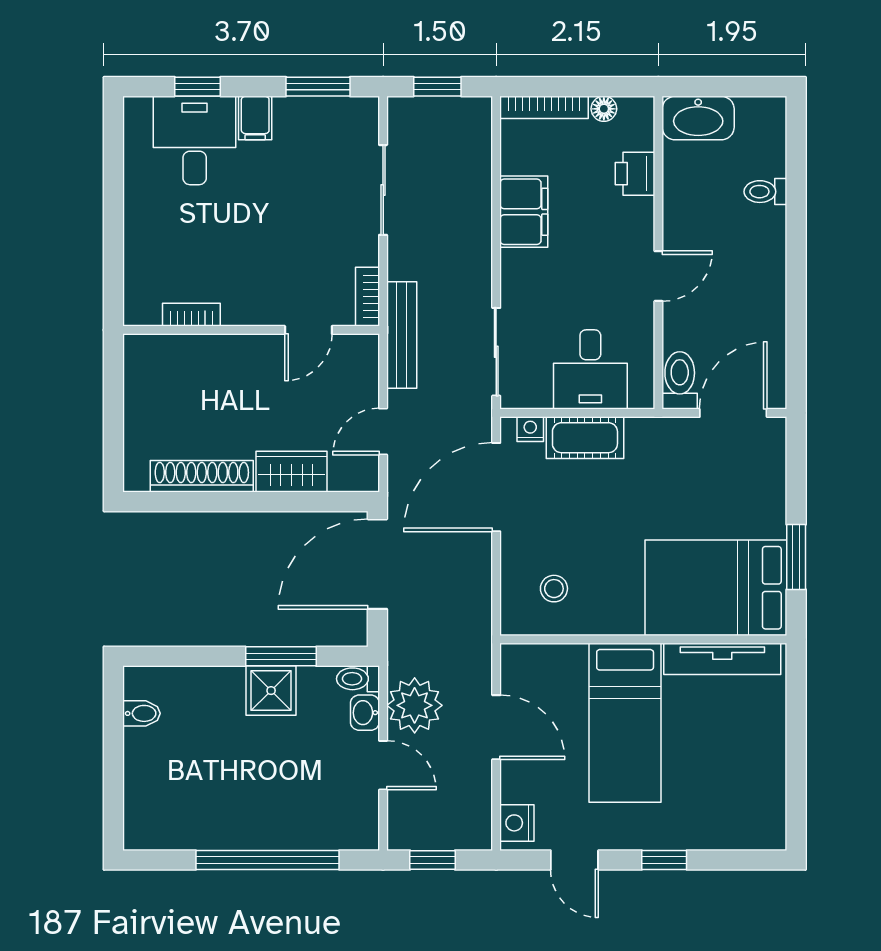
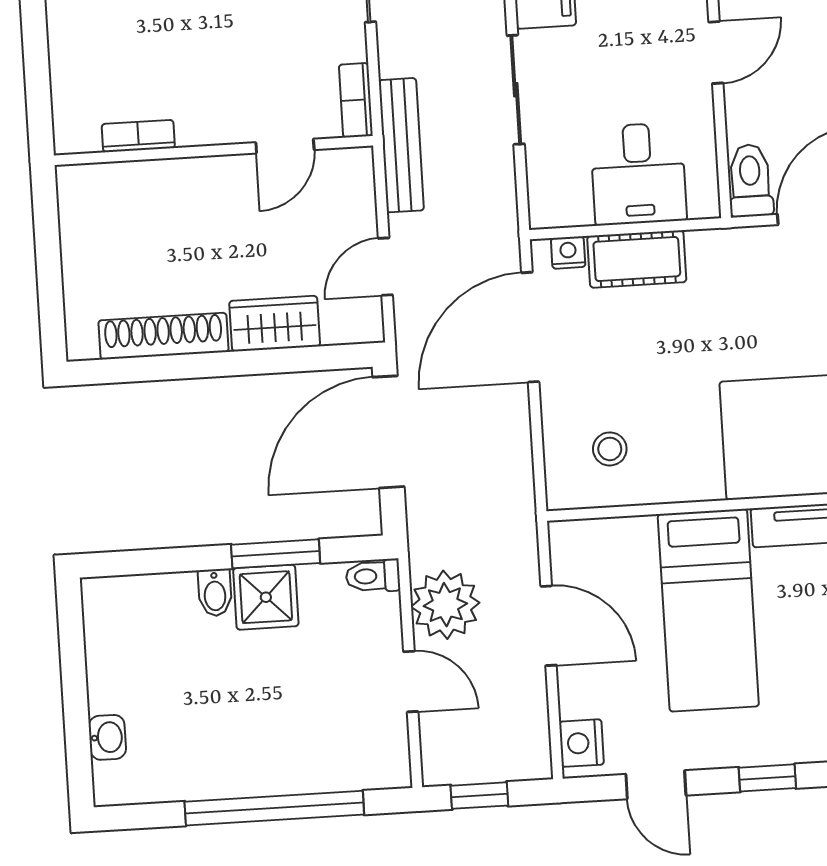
sliding door: (496, 352) -> (516, 90), moved
bidet: (141, 713) -> (215, 593), moved, turned 90
washbasin: (365, 713) -> (107, 737), moved, turned 180

